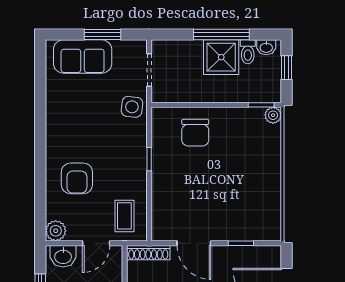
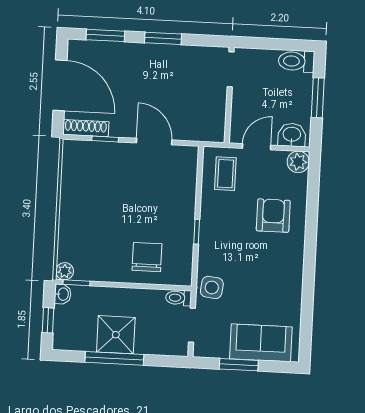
washbasin: (266, 47) -> (63, 294), moved, turned 90
toilet: (248, 52) -> (179, 298), moved, turned -90
shoe rack: (148, 253) -> (86, 128), moved

